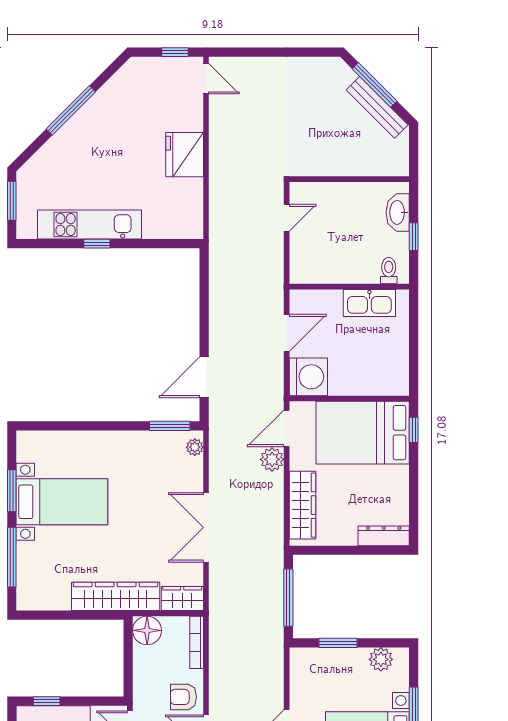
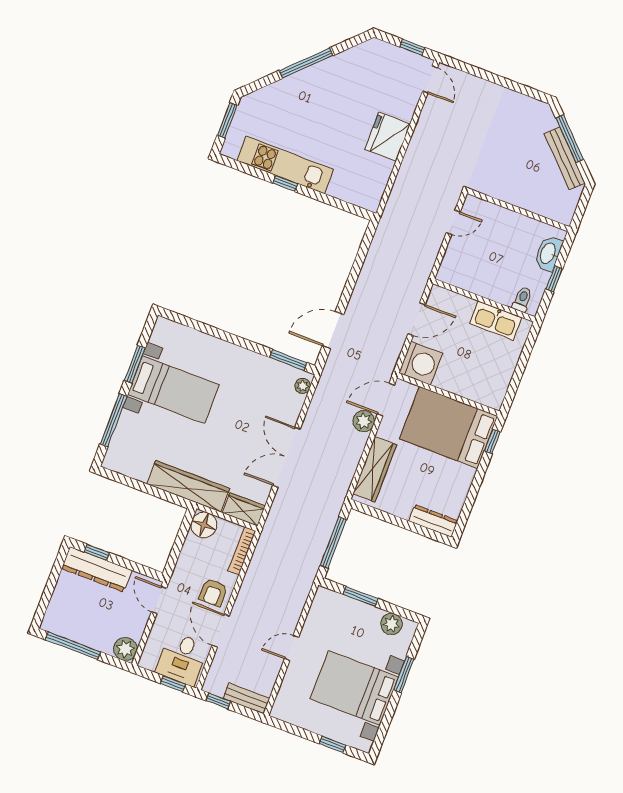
armchair: (183, 697) -> (213, 593), turned -90

